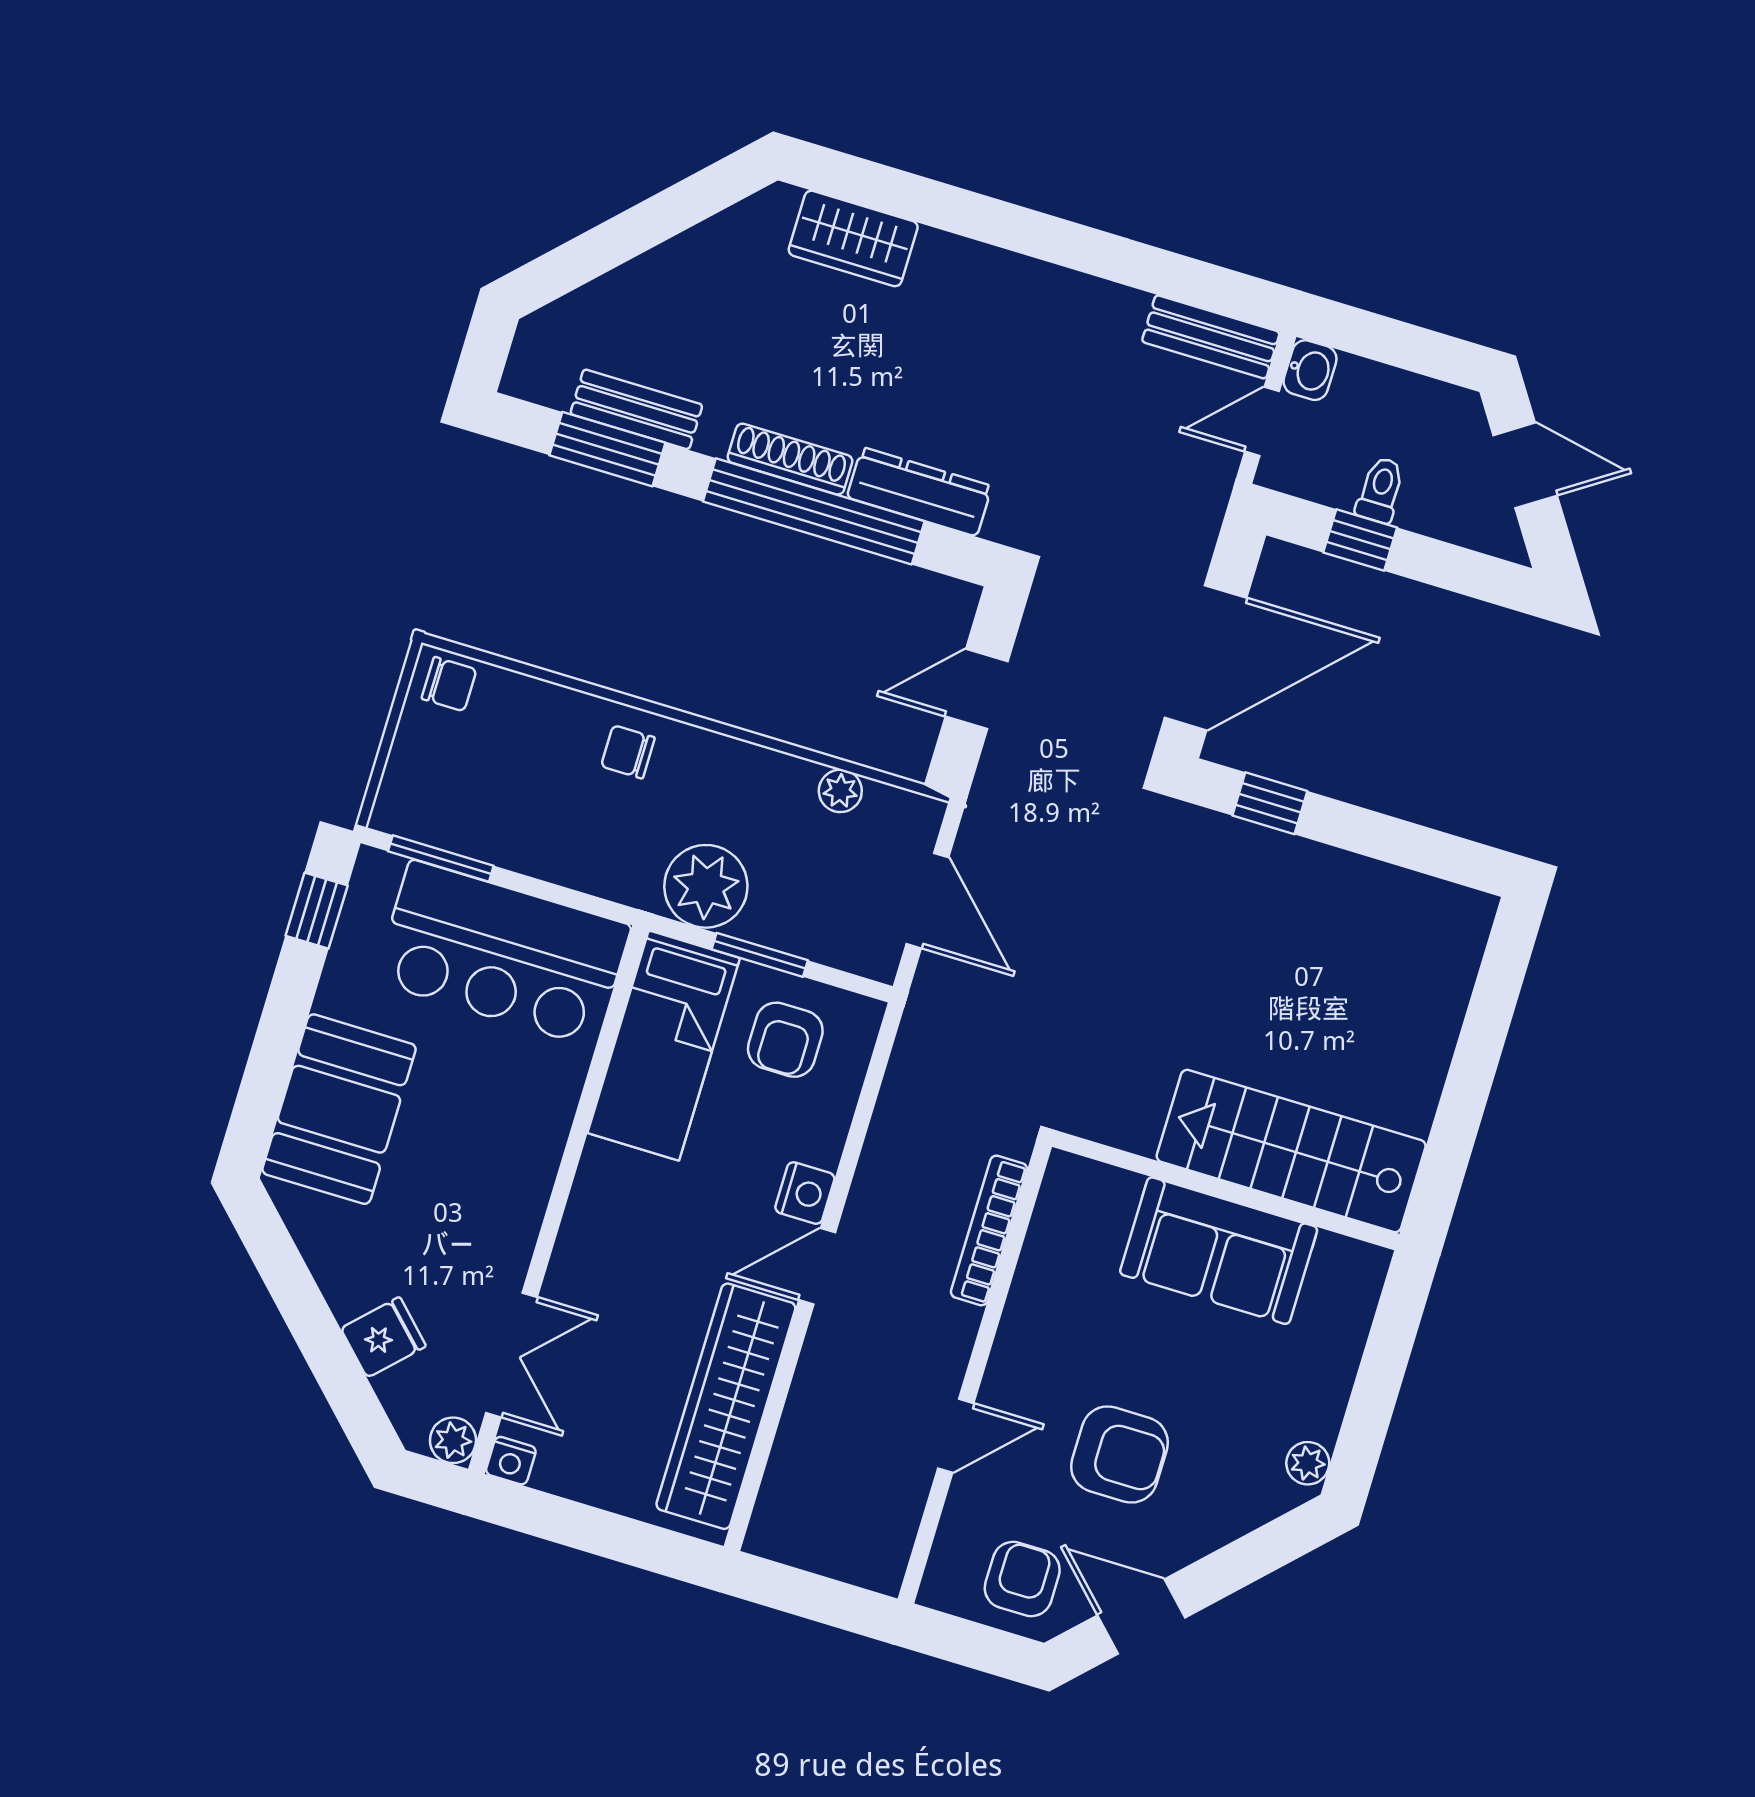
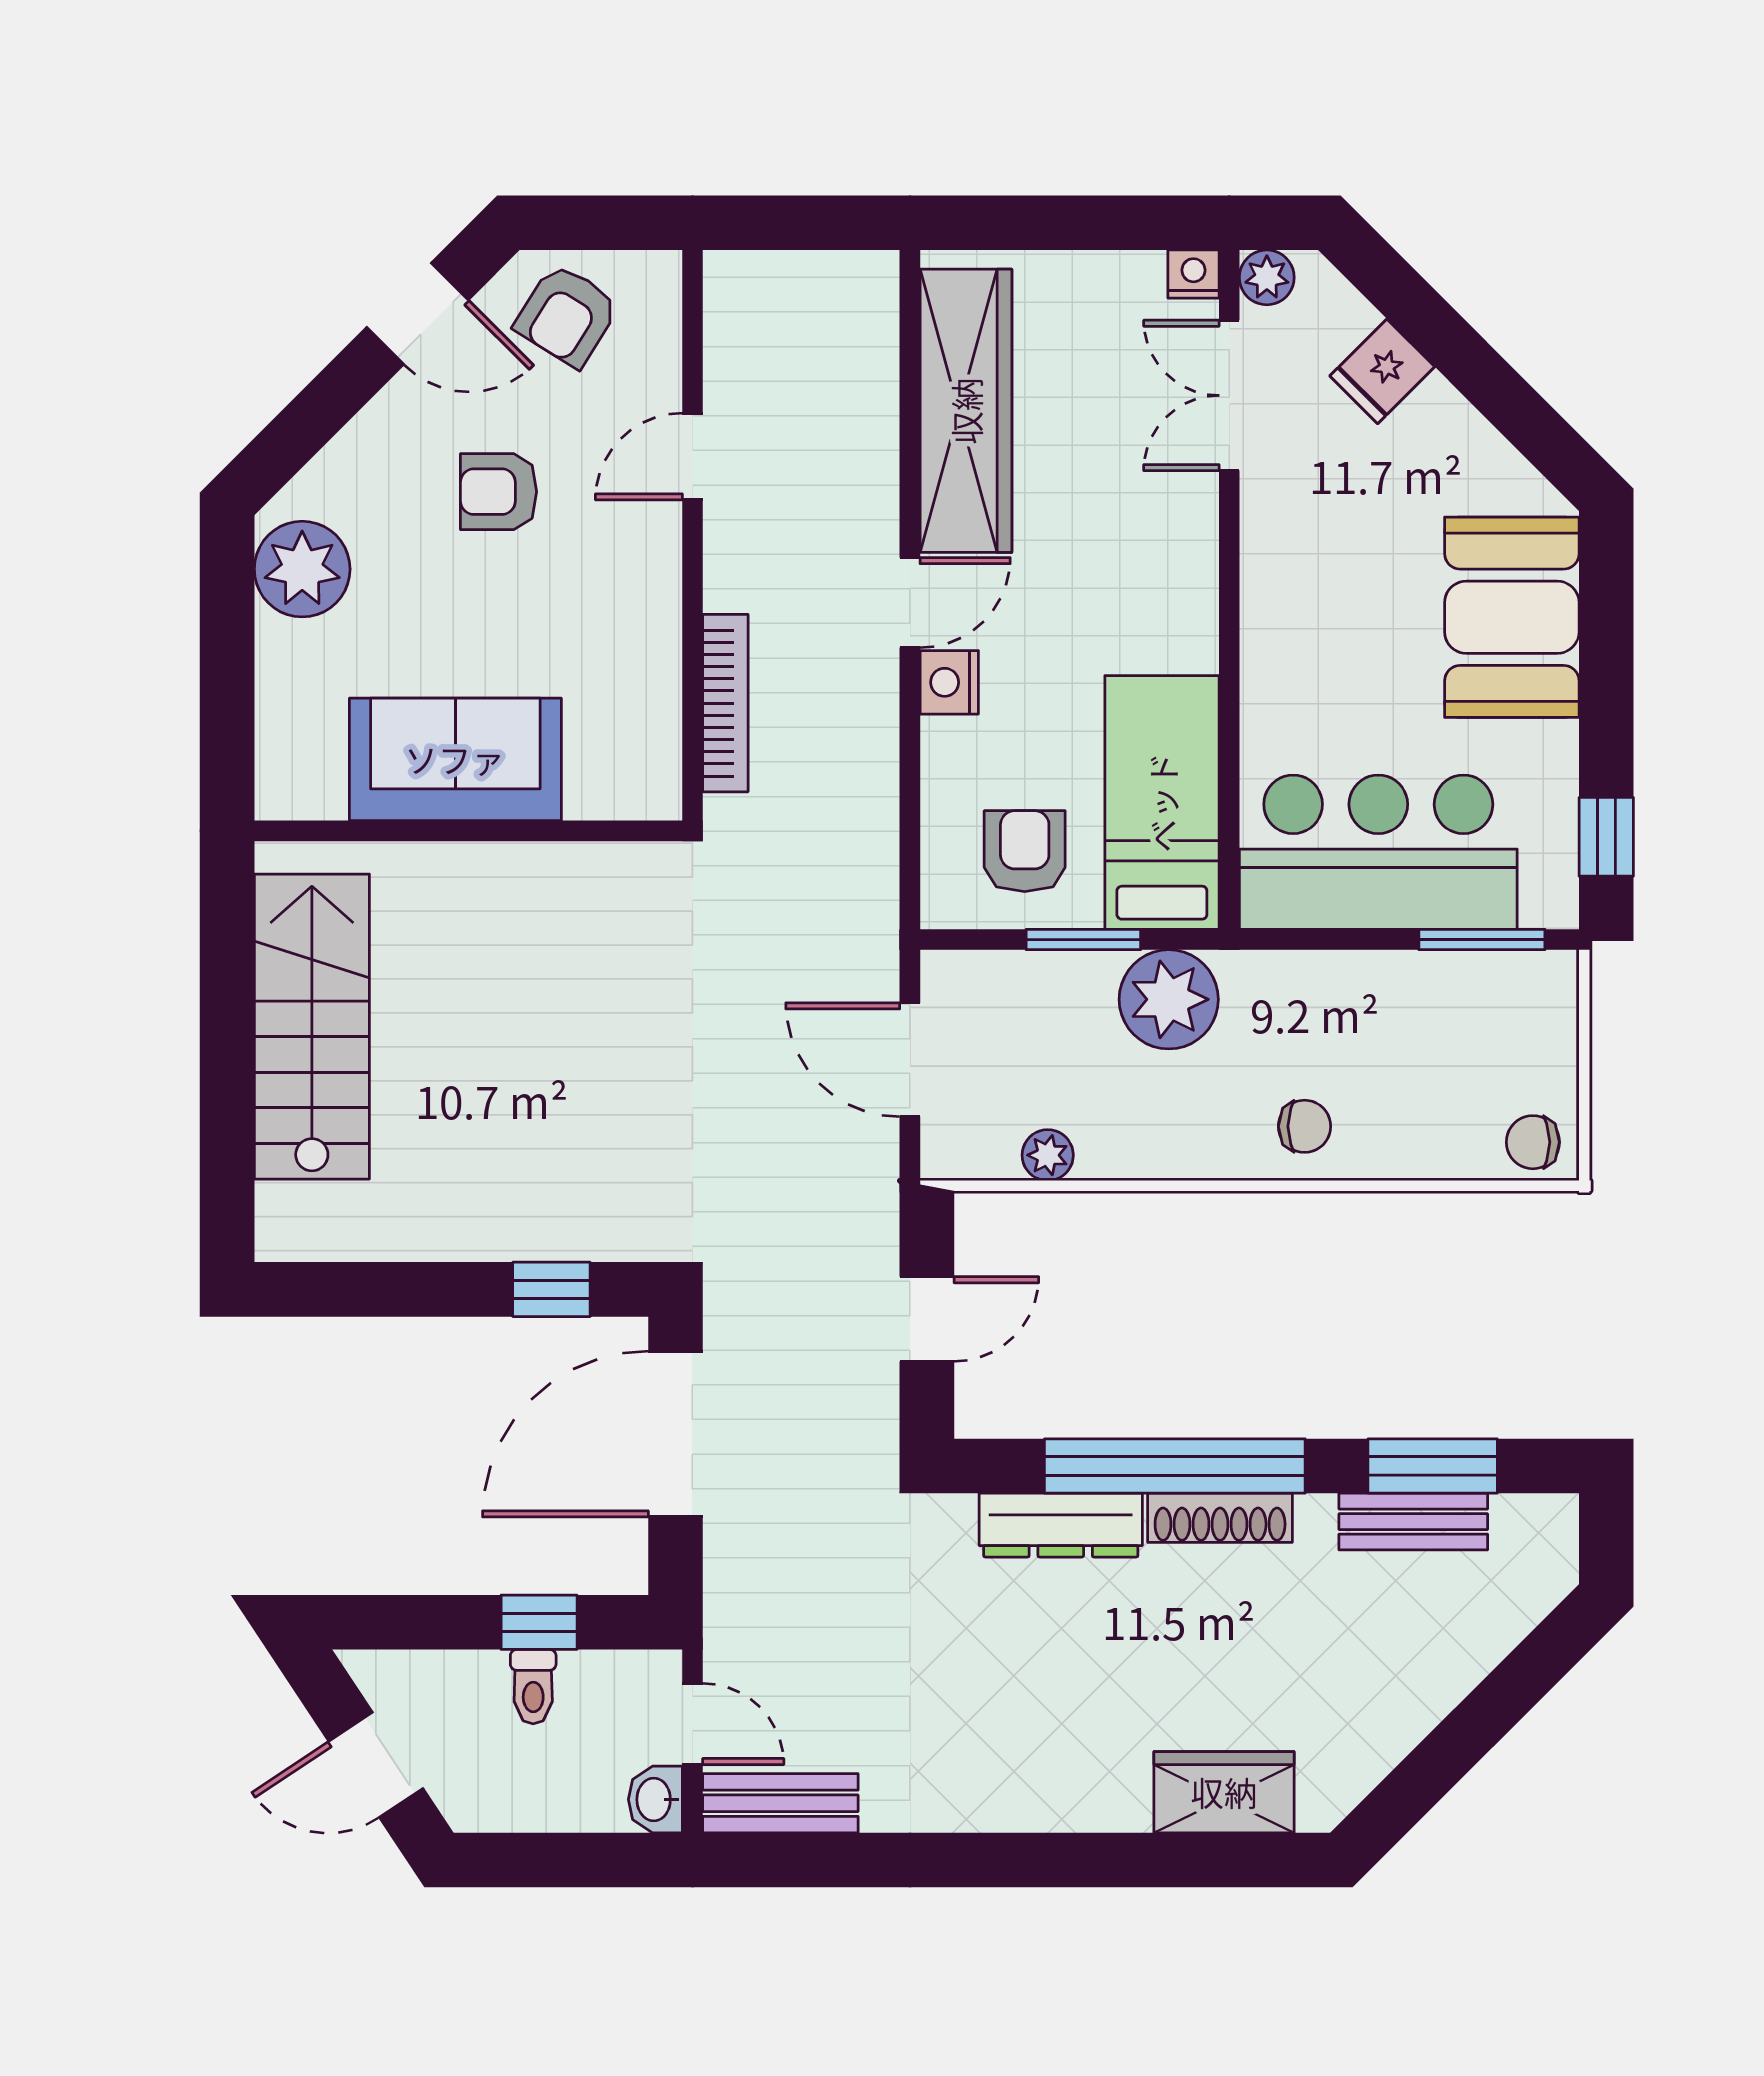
door: (1262, 421) -> (692, 1724), hinge flipped
stairs: (1291, 1151) -> (312, 1027), moved, turned -90
armchair: (1119, 1454) -> (499, 492), width x0.72, depth x0.72
plant: (1308, 1463) -> (302, 569), width x1.88, depth x1.88
armchair: (1022, 1579) -> (567, 315), turned 32

